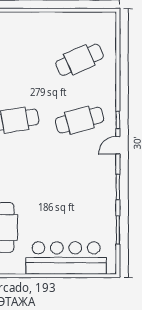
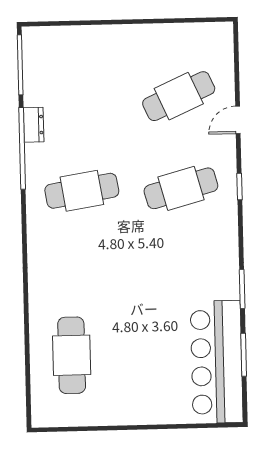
door: (118, 145) -> (238, 120), moved
bar counter: (66, 258) -> (217, 362), moved, turned -90

